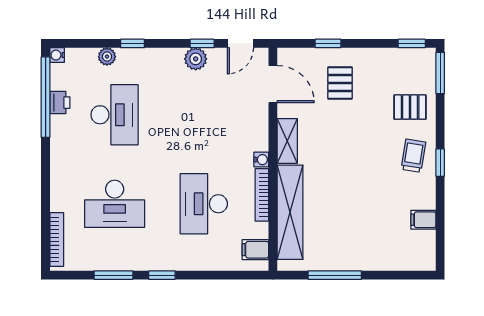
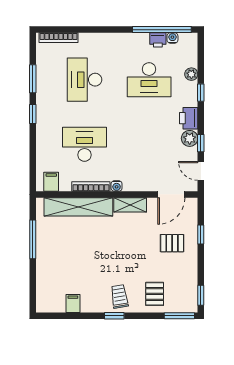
water cooler: (57, 55) -> (172, 38), moved
printer: (168, 60) -> (189, 118), added
trolley: (413, 156) -> (119, 296), turned -108

